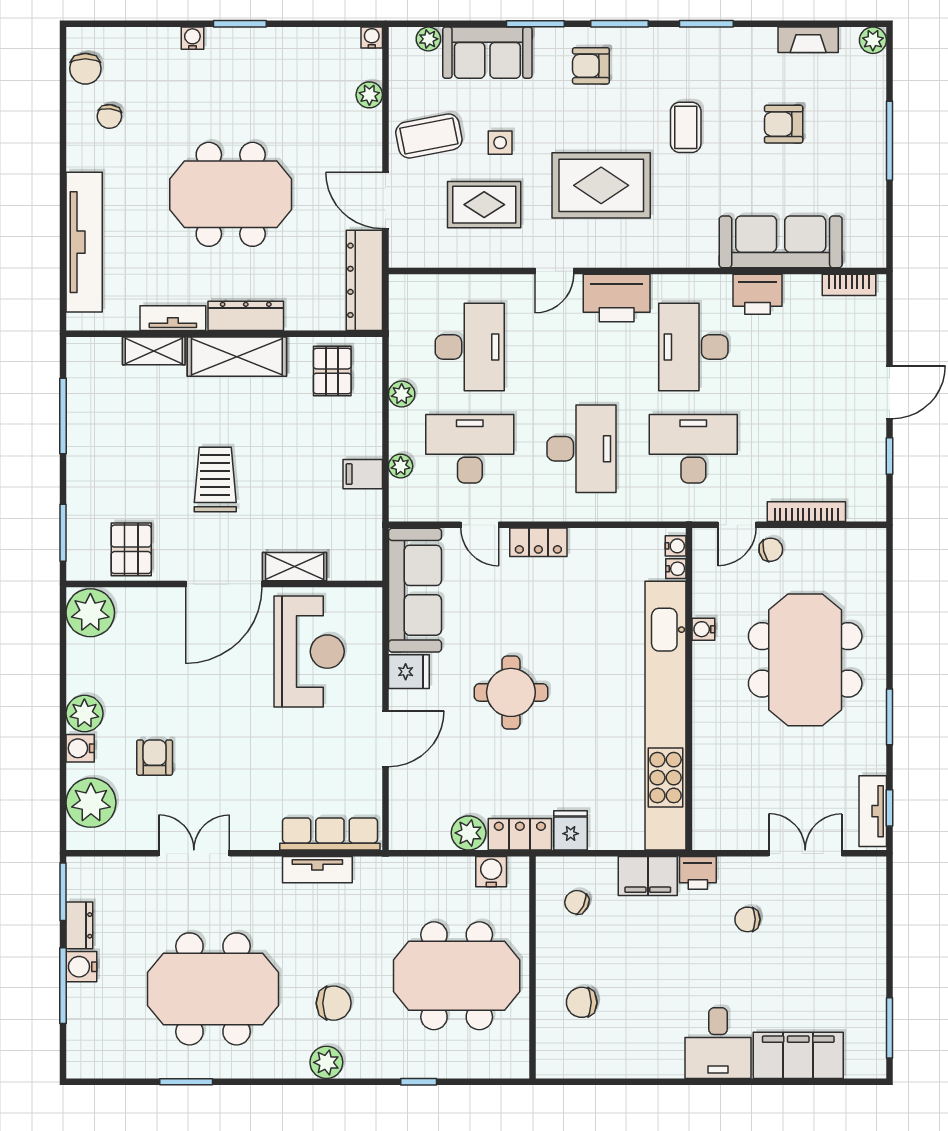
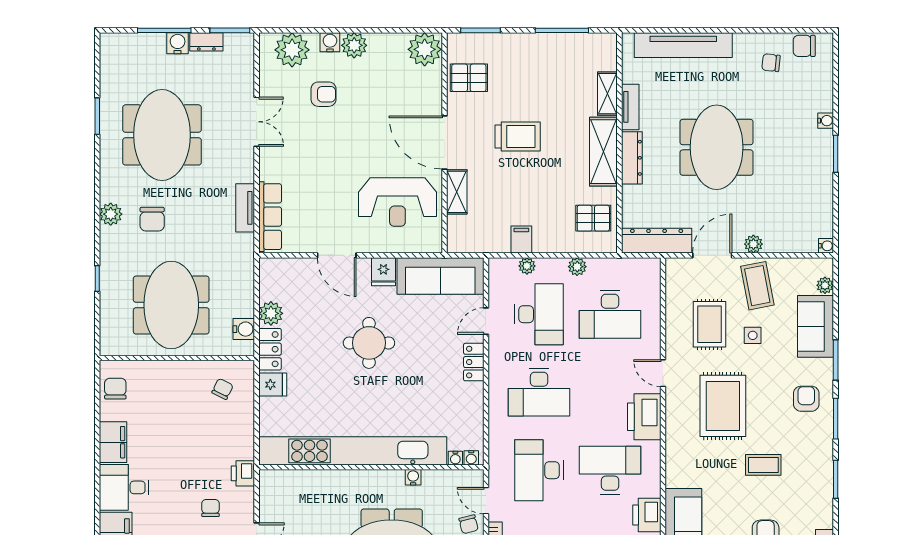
plant: (369, 95) -> (753, 244), moved
desk: (693, 449) -> (539, 470), turned 180
filing cabinet: (648, 876) -> (113, 442), moved, turned 180
chair: (582, 1002) -> (115, 389), moved

